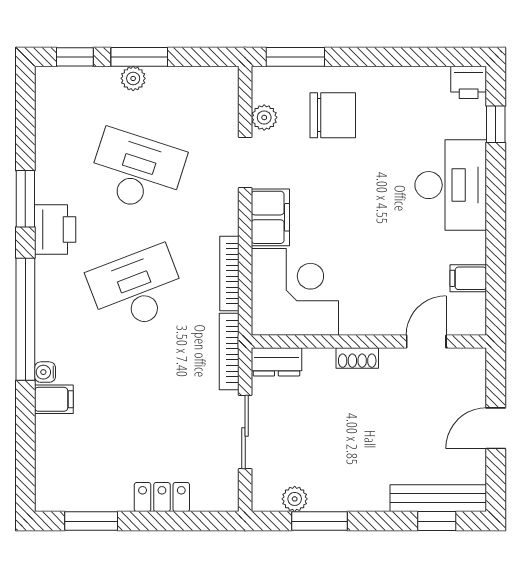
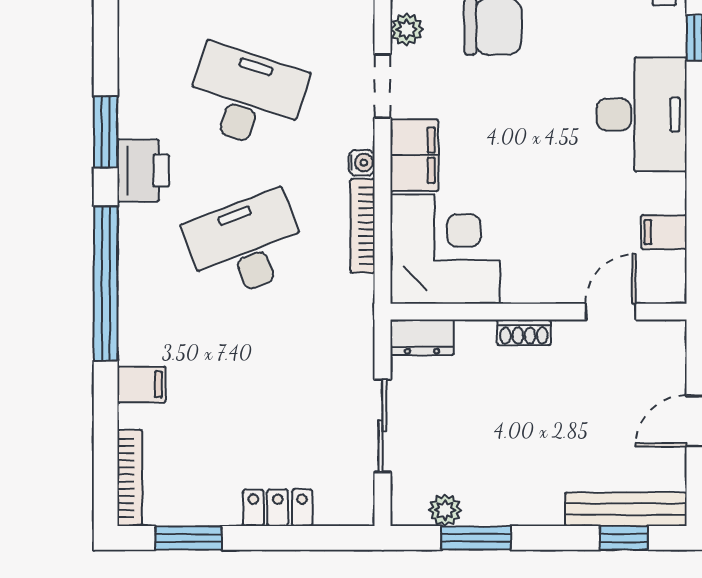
bookcase: (229, 352) -> (130, 478), moved, turned 180
water cooler: (45, 372) -> (362, 163), moved, turned 180

